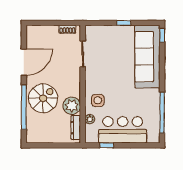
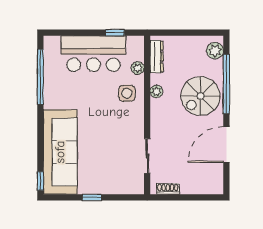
plant: (72, 106) -> (156, 91), width x0.53, depth x0.53
plant: (32, 132) -> (215, 51), added

